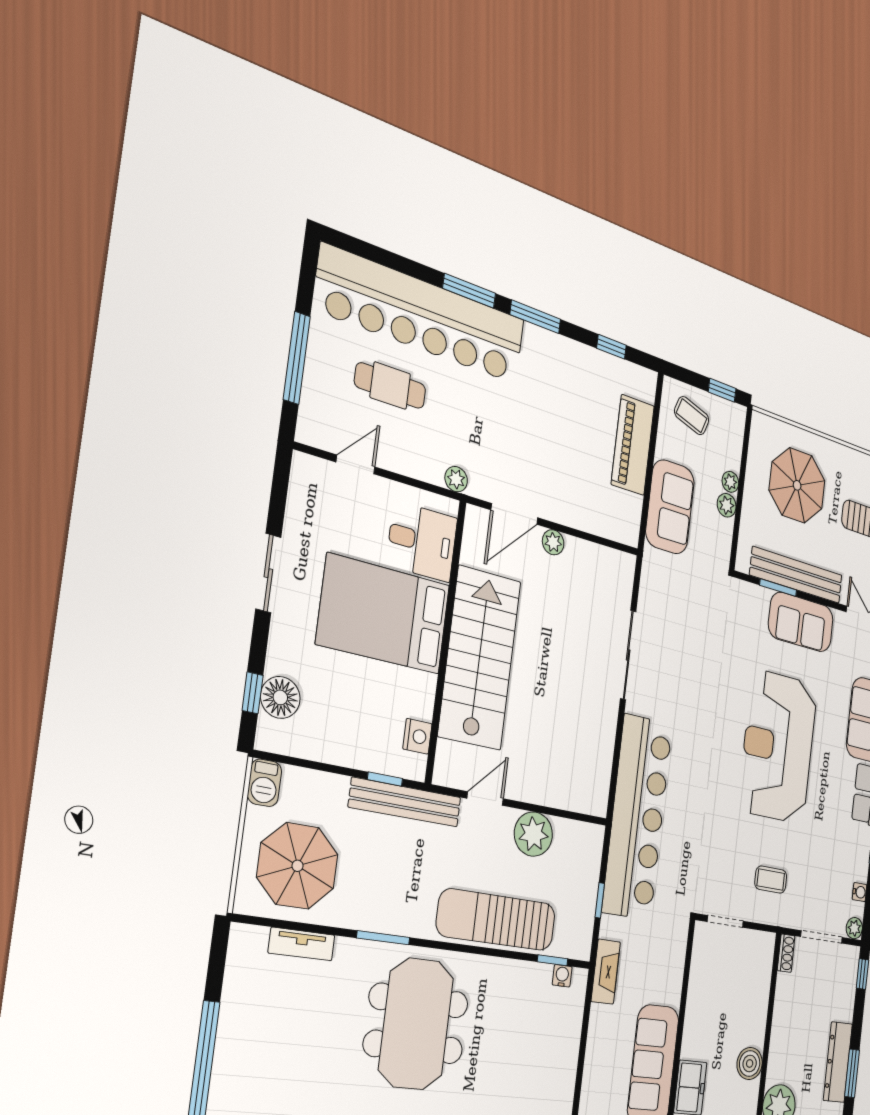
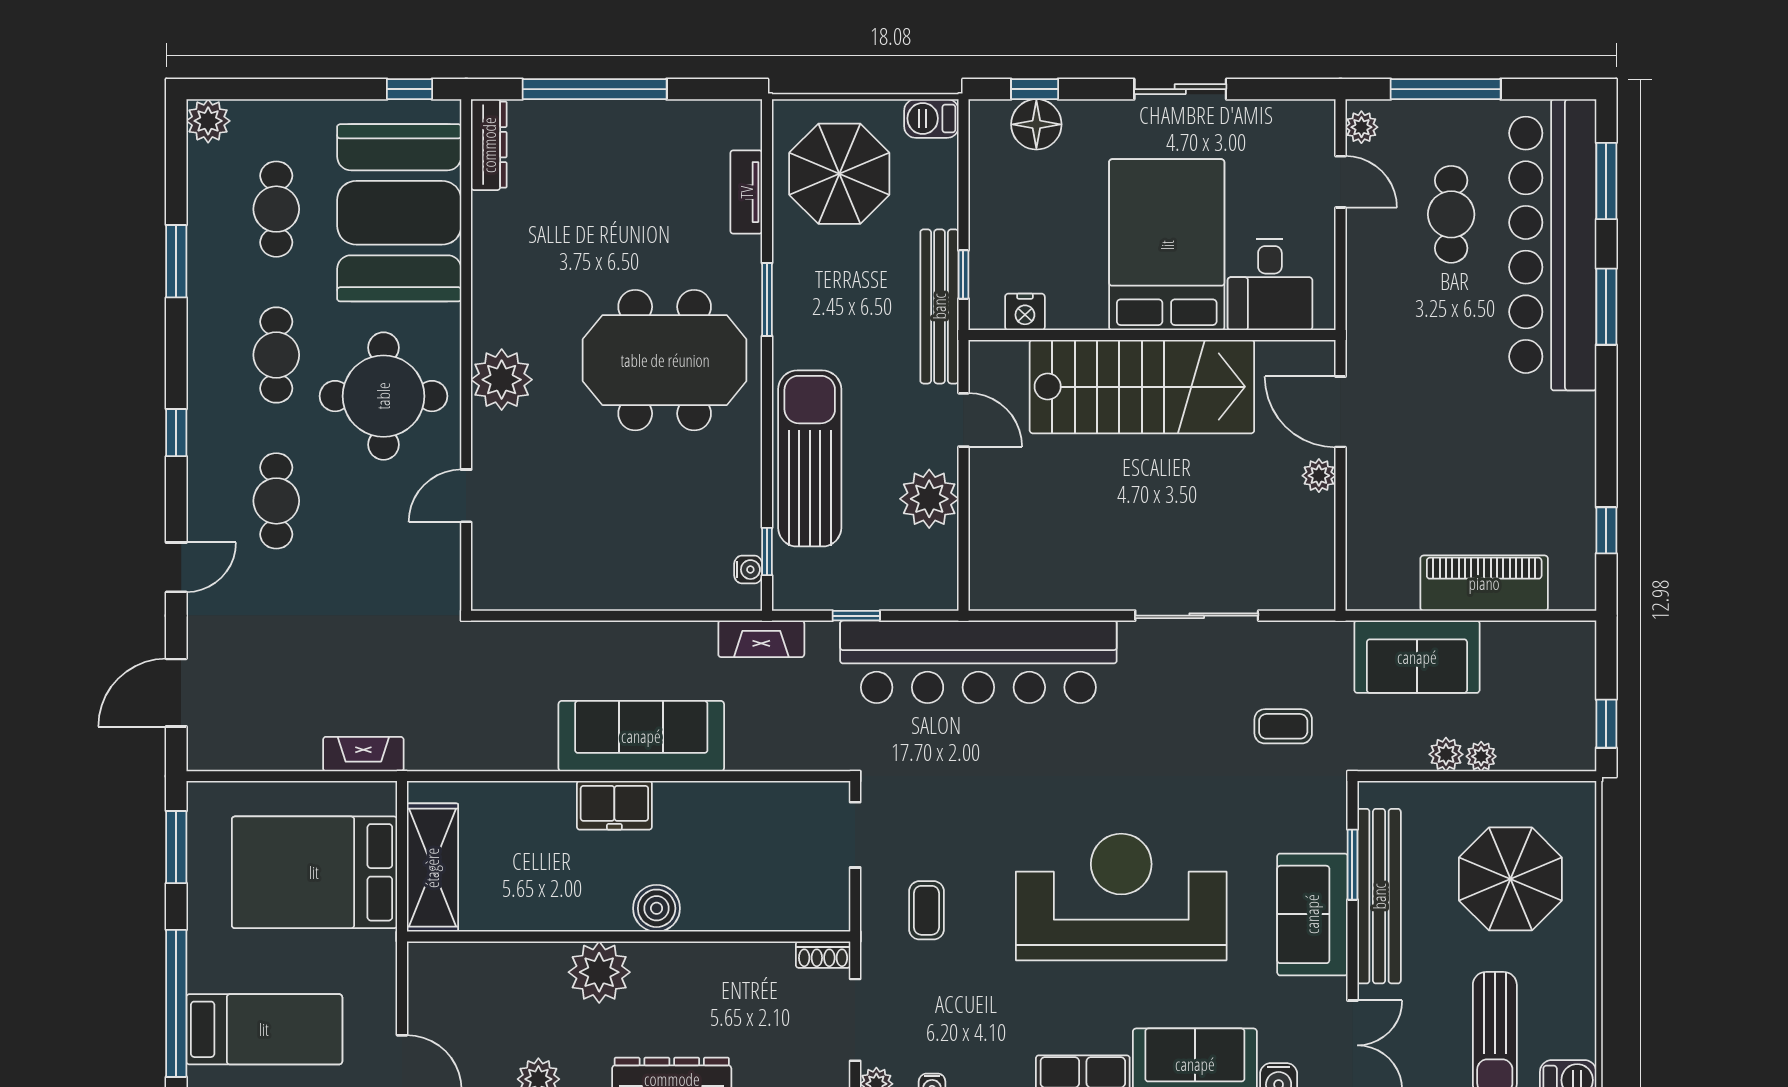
window: (535, 317) -> (1606, 181), moved
coffee table: (692, 416) -> (1283, 726), moved, turned 72
plant: (456, 479) -> (1361, 127), moved

